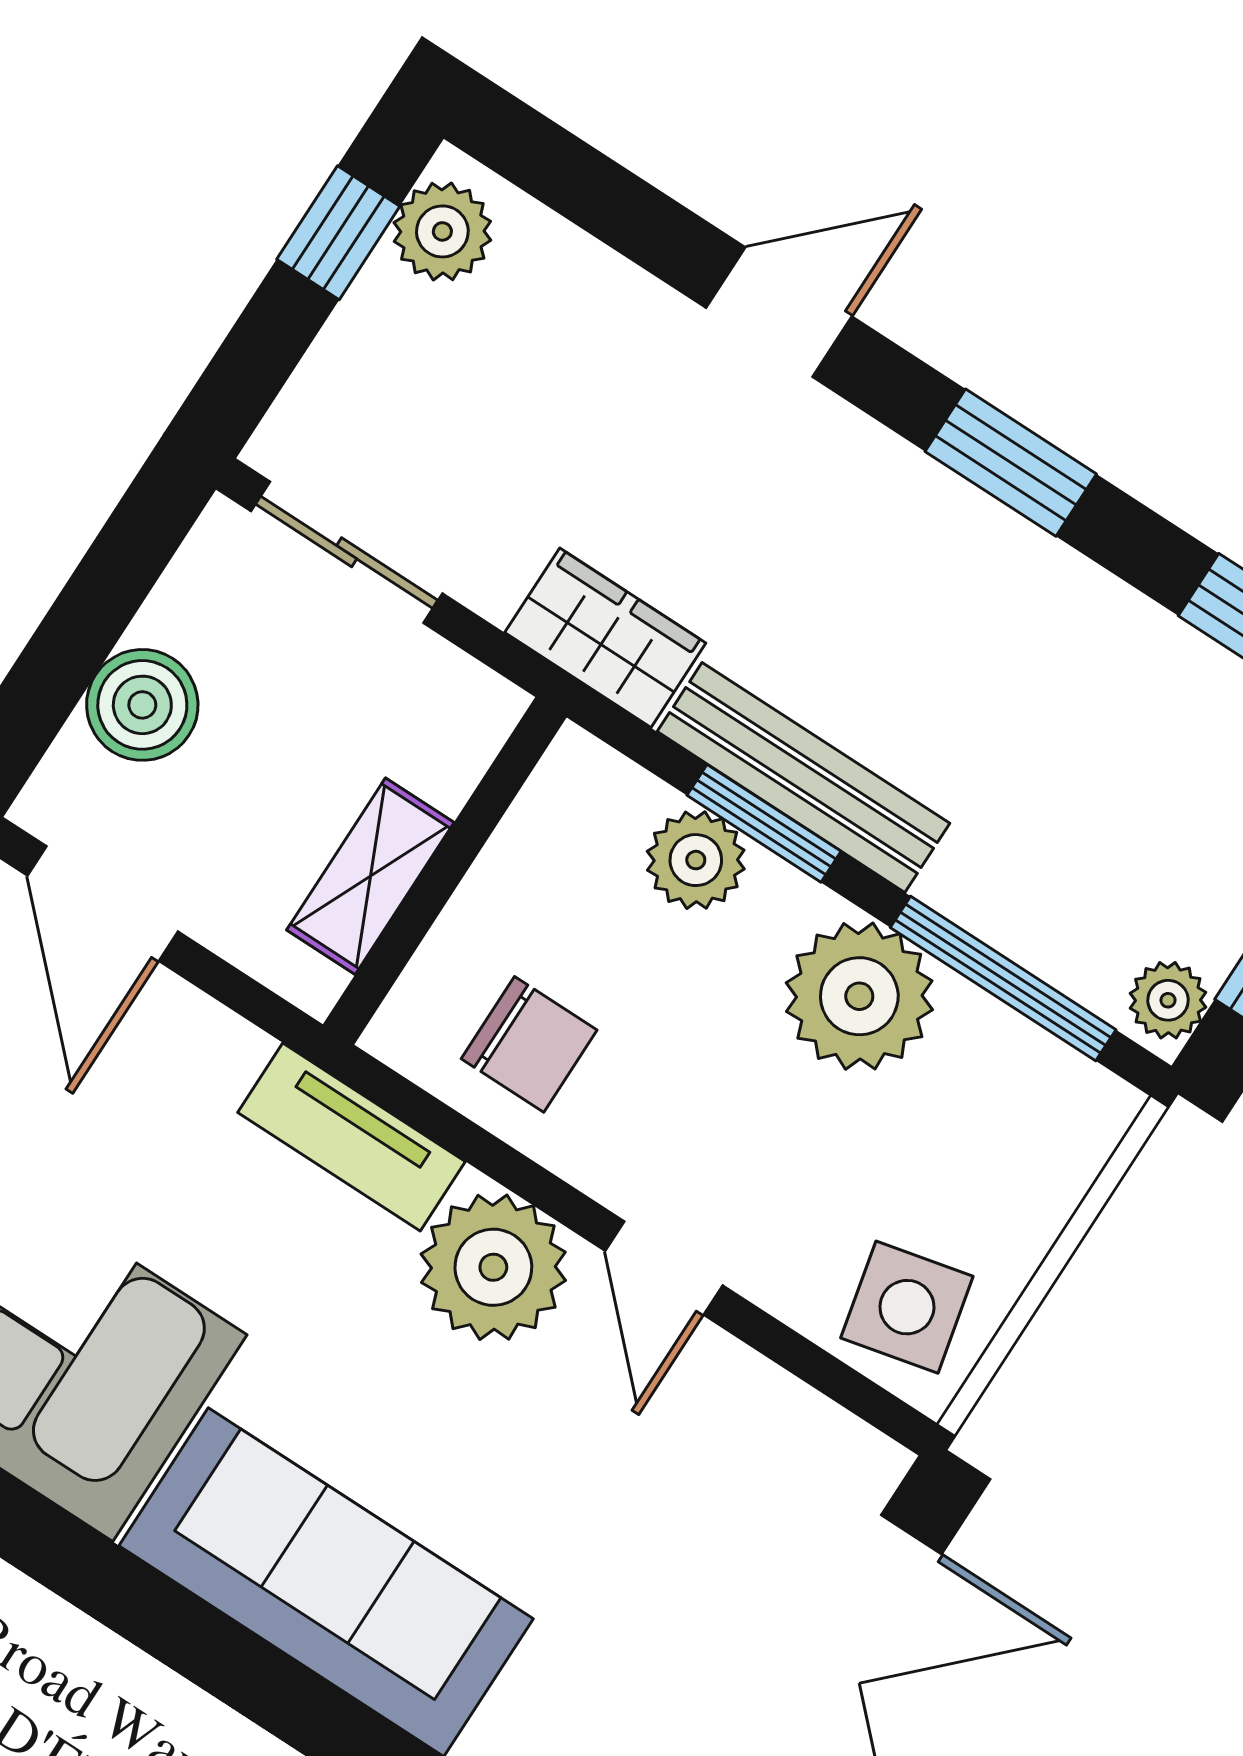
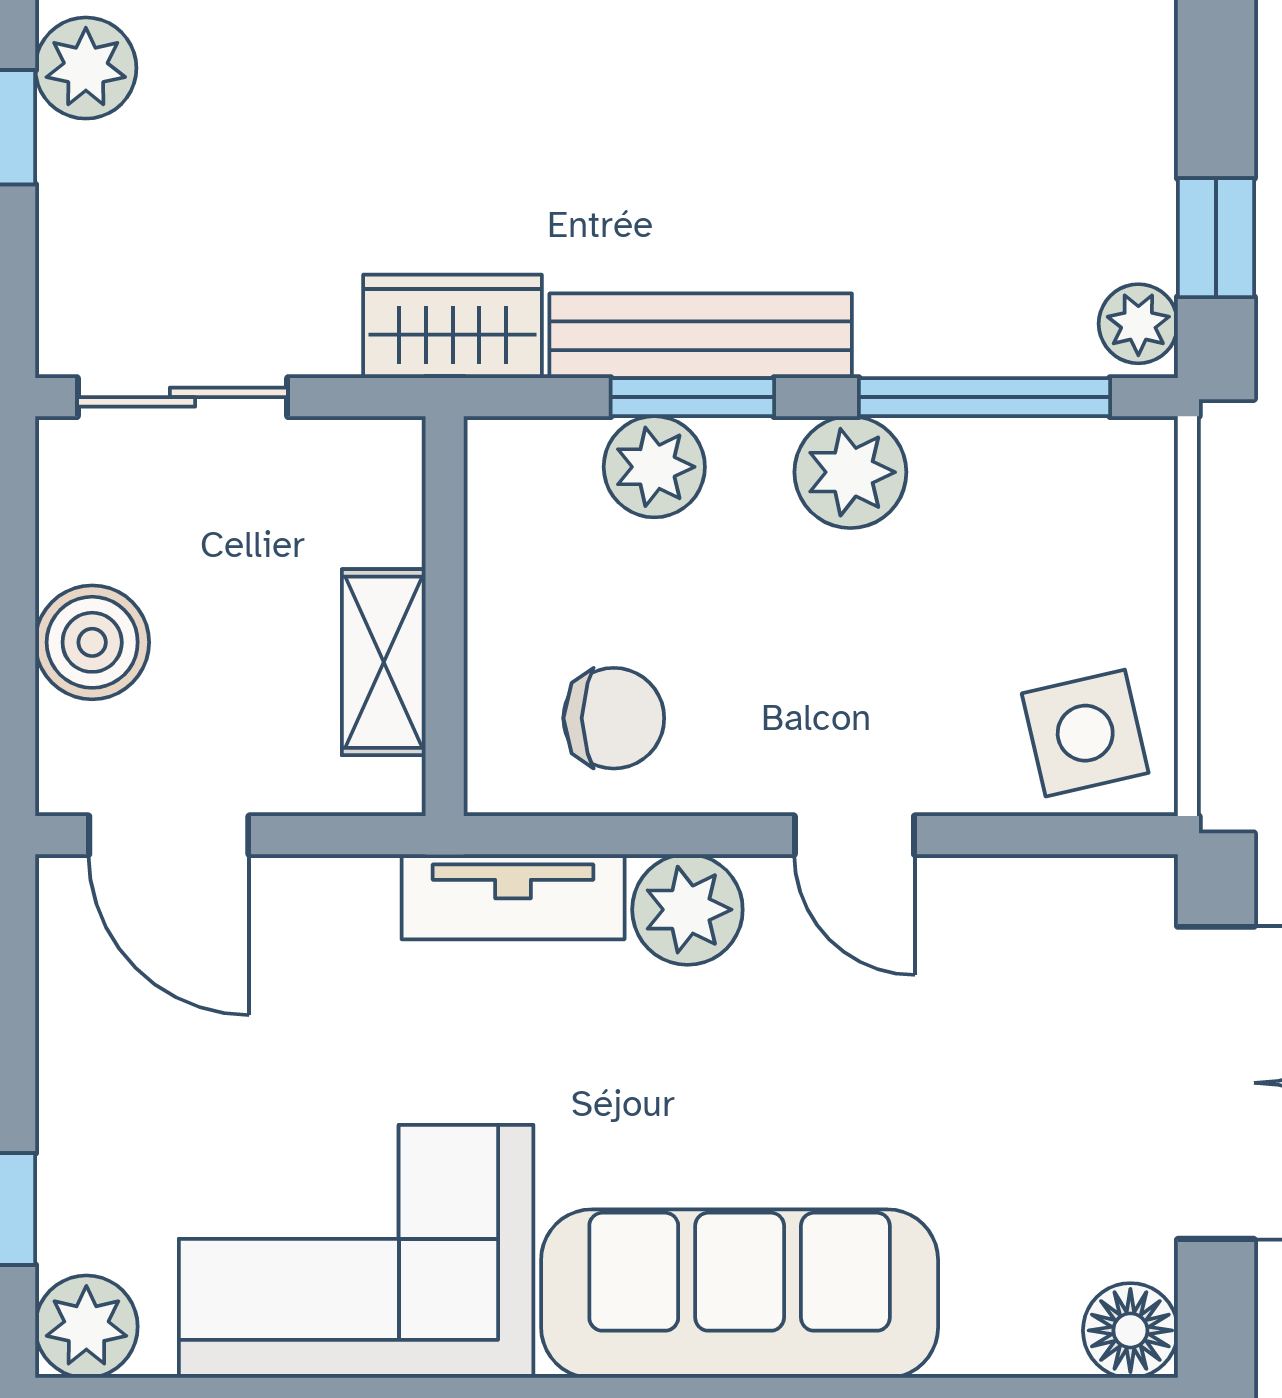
plant: (859, 996) -> (850, 472), width x0.73, depth x0.73
plant: (493, 1267) -> (687, 910), width x0.73, depth x0.73

